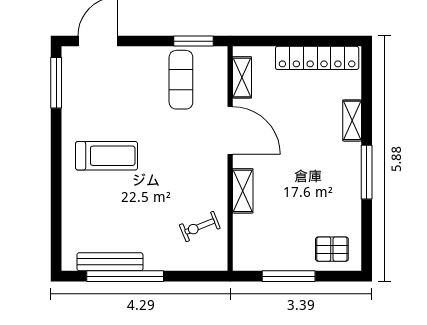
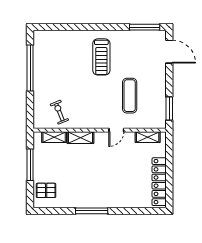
exercise mat: (181, 80) -> (130, 96), moved, turned 90
shelving: (352, 120) -> (54, 137), moved
door: (230, 130) -> (116, 130), width x0.53
pallet: (332, 249) -> (46, 190), turned 90
bench: (110, 262) -> (39, 59), removed

